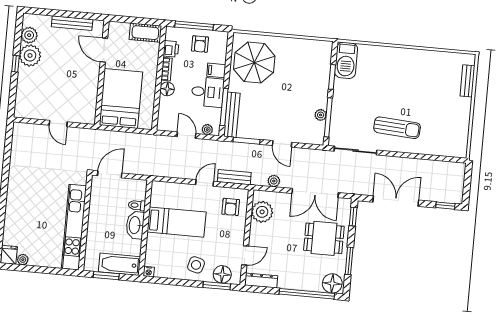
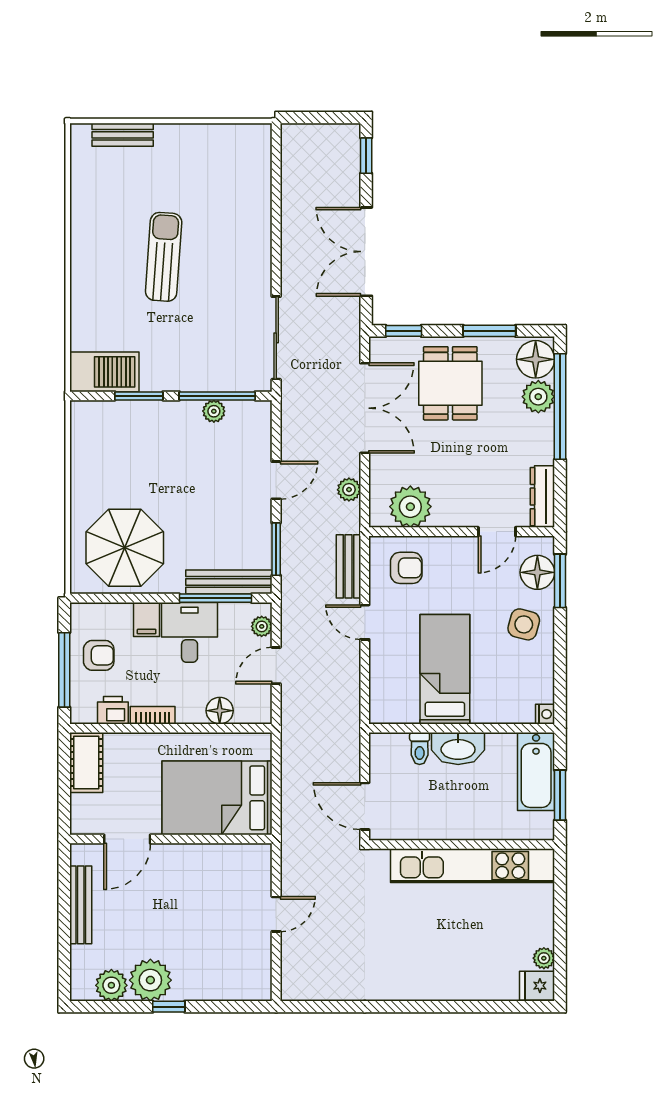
floor lamp: (167, 89) -> (220, 711), moved
sun lounger: (397, 128) -> (164, 257), moved
door: (245, 255) -> (497, 532), swing flipped
plant: (313, 283) -> (538, 397), added

